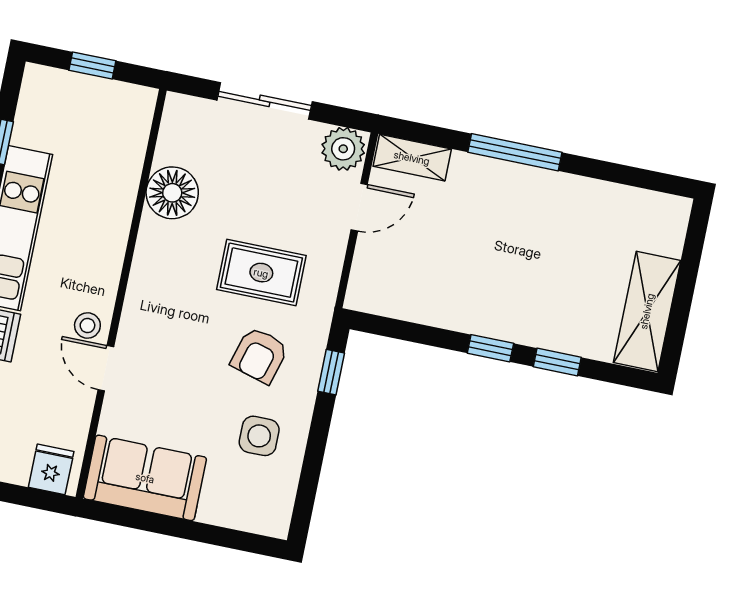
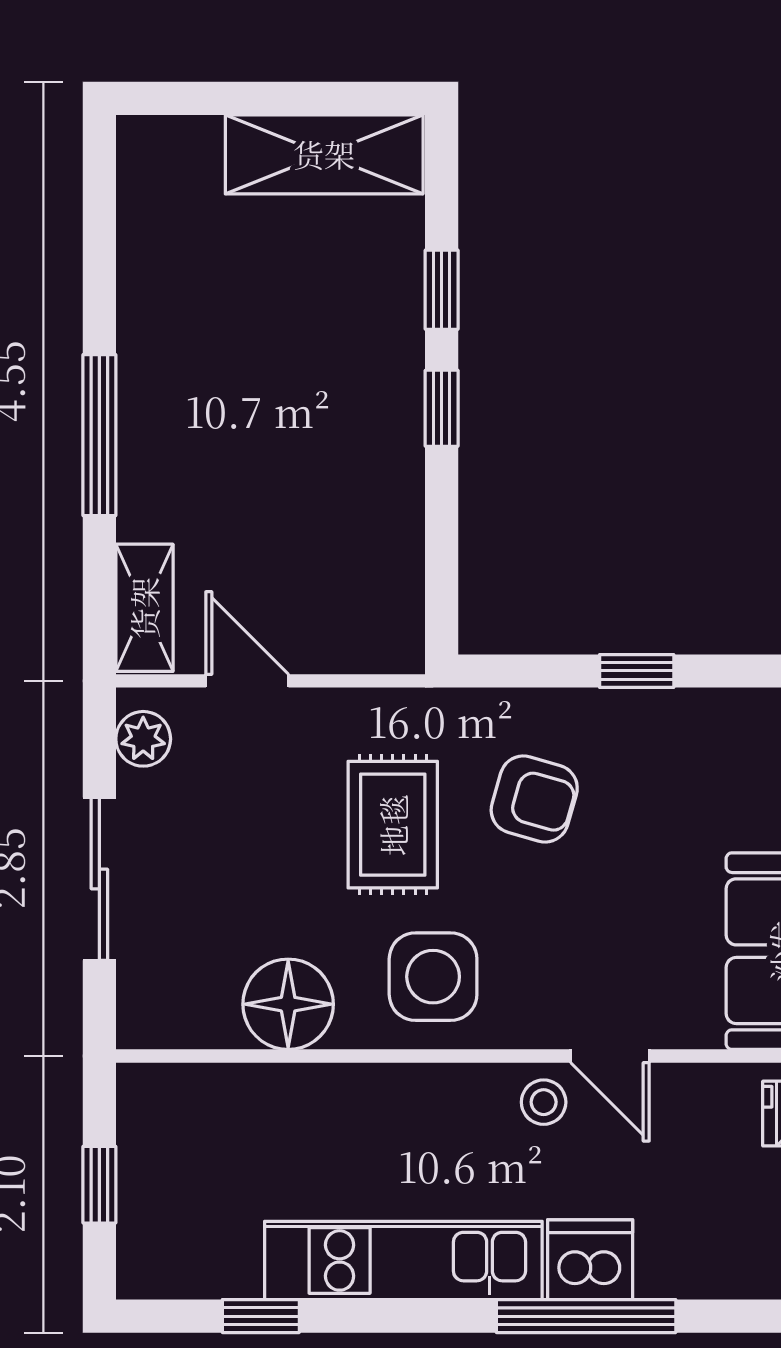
plant: (343, 149) -> (143, 739), width x0.73, depth x0.73
door: (106, 368) -> (610, 1056), hinge flipped
window: (331, 372) -> (637, 671), moved
side table: (259, 436) -> (433, 977), moved, width x1.37, depth x1.37

